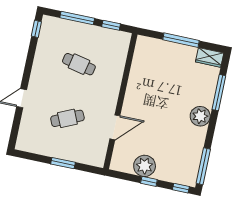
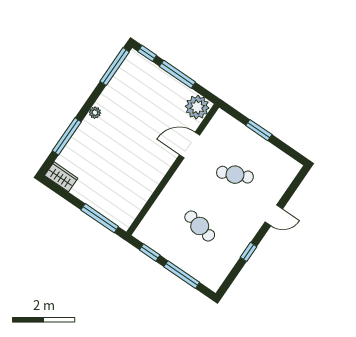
window: (36, 29) -> (249, 252), moved
window: (181, 40) -> (100, 218), moved
plant: (200, 116) -> (95, 113), width x0.53, depth x0.53
plant: (145, 166) -> (197, 107), moved
window: (149, 181) -> (177, 74), width x2.17

